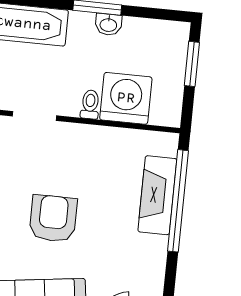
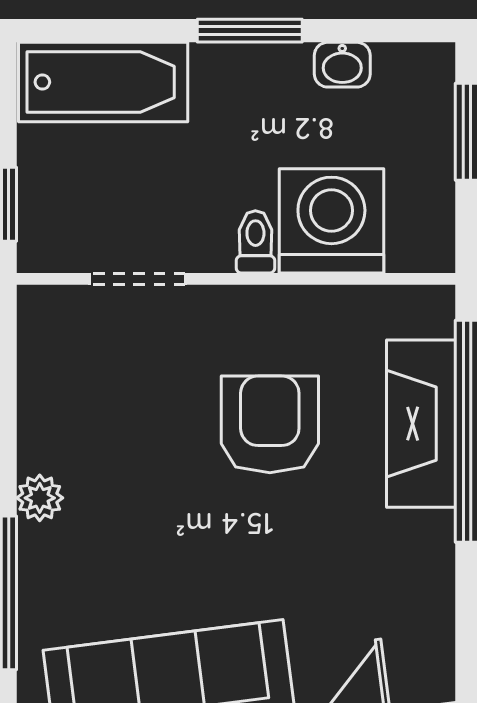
washbasin: (108, 24) -> (342, 65), moved
armchair: (53, 218) -> (270, 424), moved

